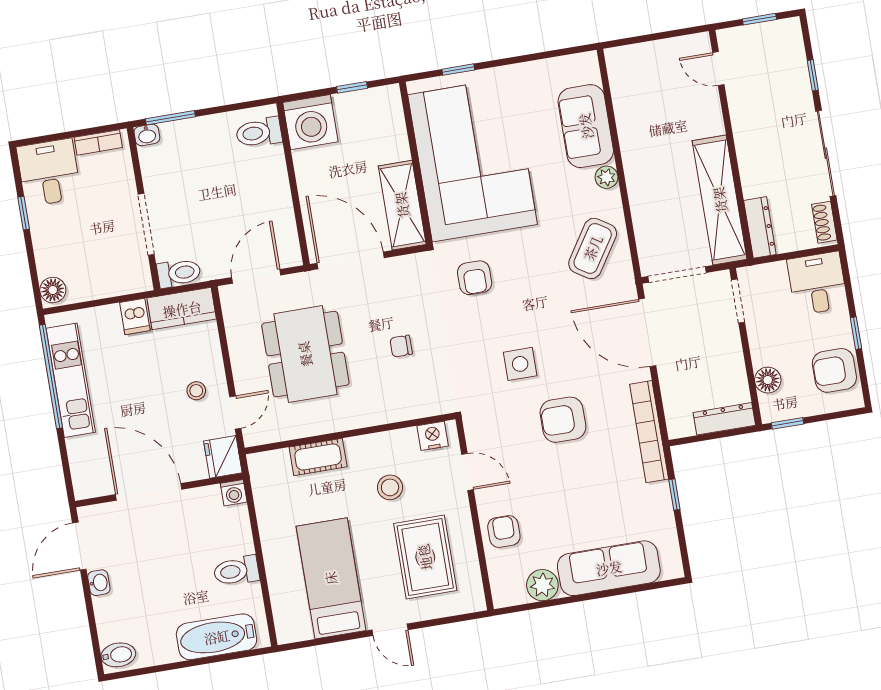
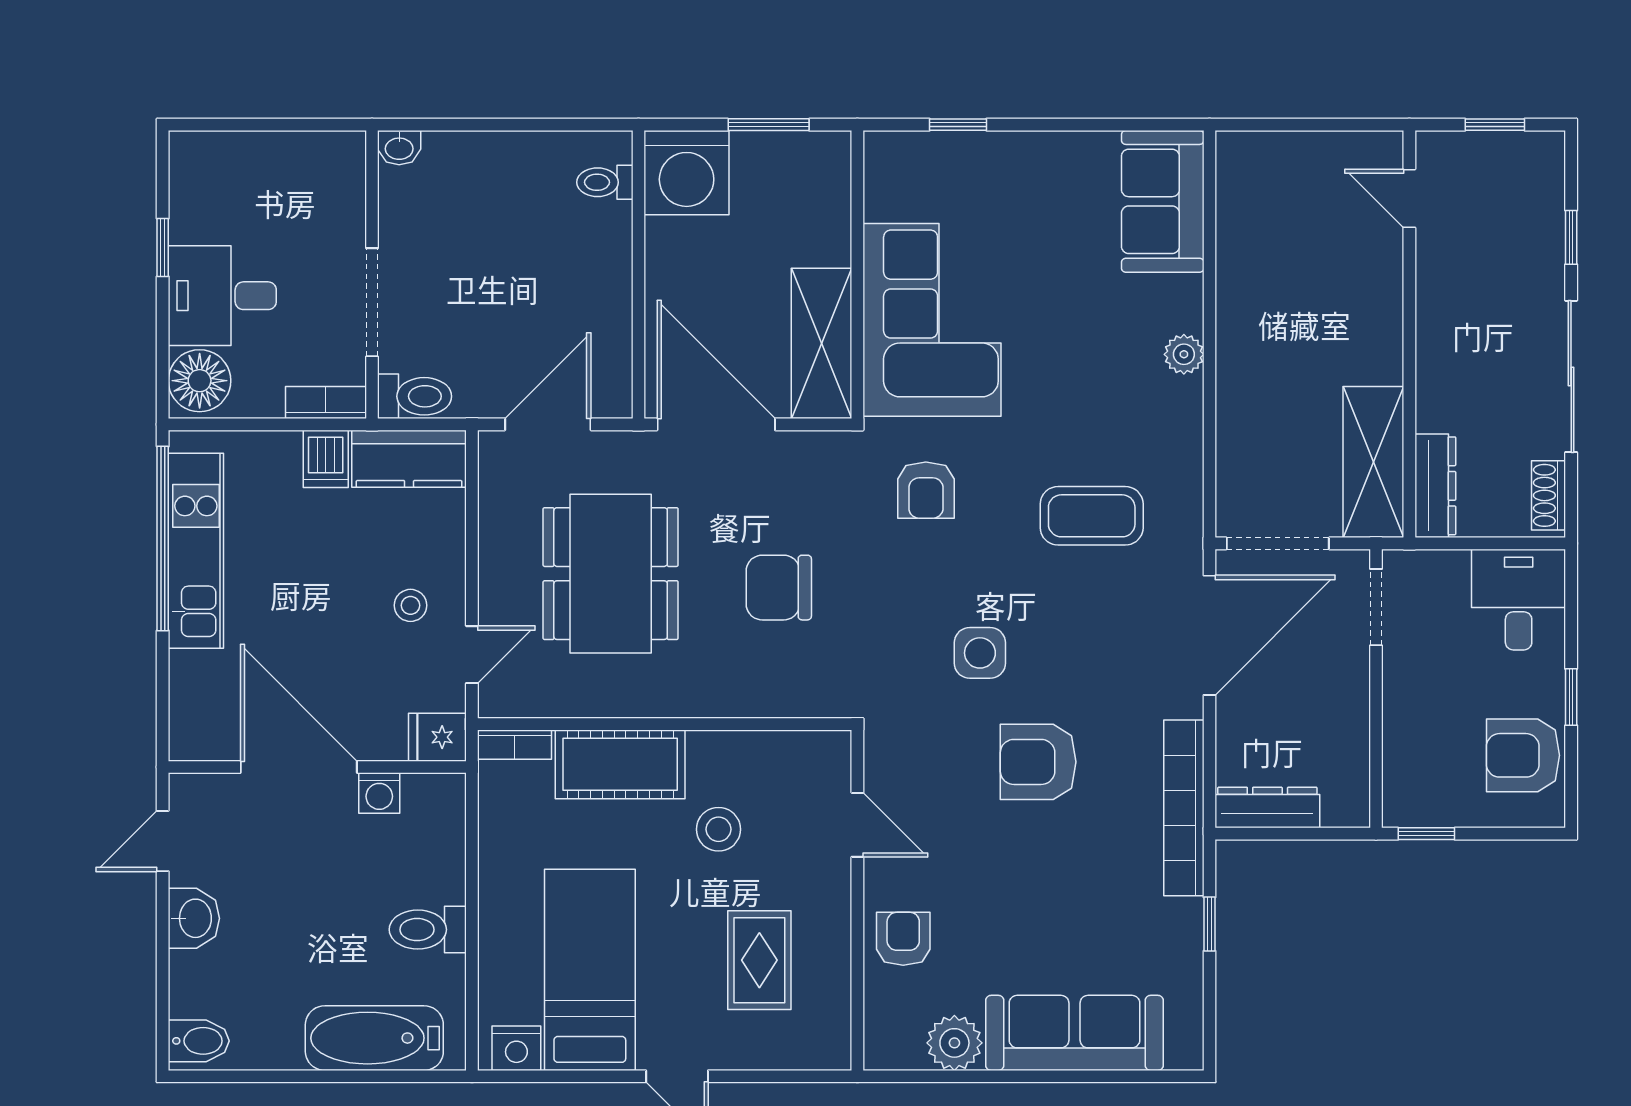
window: (352, 87) -> (769, 125), width x1.50
window: (170, 118) -> (445, 125), removed
sofa: (586, 126) -> (1163, 201), moved
toilet: (259, 133) -> (605, 182), width x0.73, depth x0.72
bookcase: (98, 142) -> (326, 403), moved, turned 180
corner sofa: (473, 160) -> (932, 320), width x0.73, depth x0.74
desk: (49, 172) -> (222, 296), moved, turned -90
shelving: (720, 200) -> (1373, 462), width x0.68
coffee table: (593, 248) -> (1092, 516), moved, turned 57
floor lamp: (53, 290) -> (200, 381), width x1.38, depth x1.38
door: (647, 332) -> (1209, 635), swing flipped
chair: (401, 346) -> (779, 588), width x1.87, depth x1.87
floor lamp: (768, 380) -> (1405, 753), removed
dresser: (724, 419) -> (1267, 807), moved
nightstand: (433, 436) -> (516, 1048), moved, turned 180
fridge: (223, 457) -> (437, 737), width x0.72
cot: (318, 457) -> (620, 764), width x1.37, depth x1.34
bookcase: (268, 459) -> (515, 745), added
washing machine: (234, 493) -> (379, 793), moved
door: (79, 546) -> (163, 841), width x0.73
rug: (425, 557) -> (759, 960), width x0.73, depth x0.70
washbasin: (99, 583) -> (194, 918), width x1.38, depth x1.45

